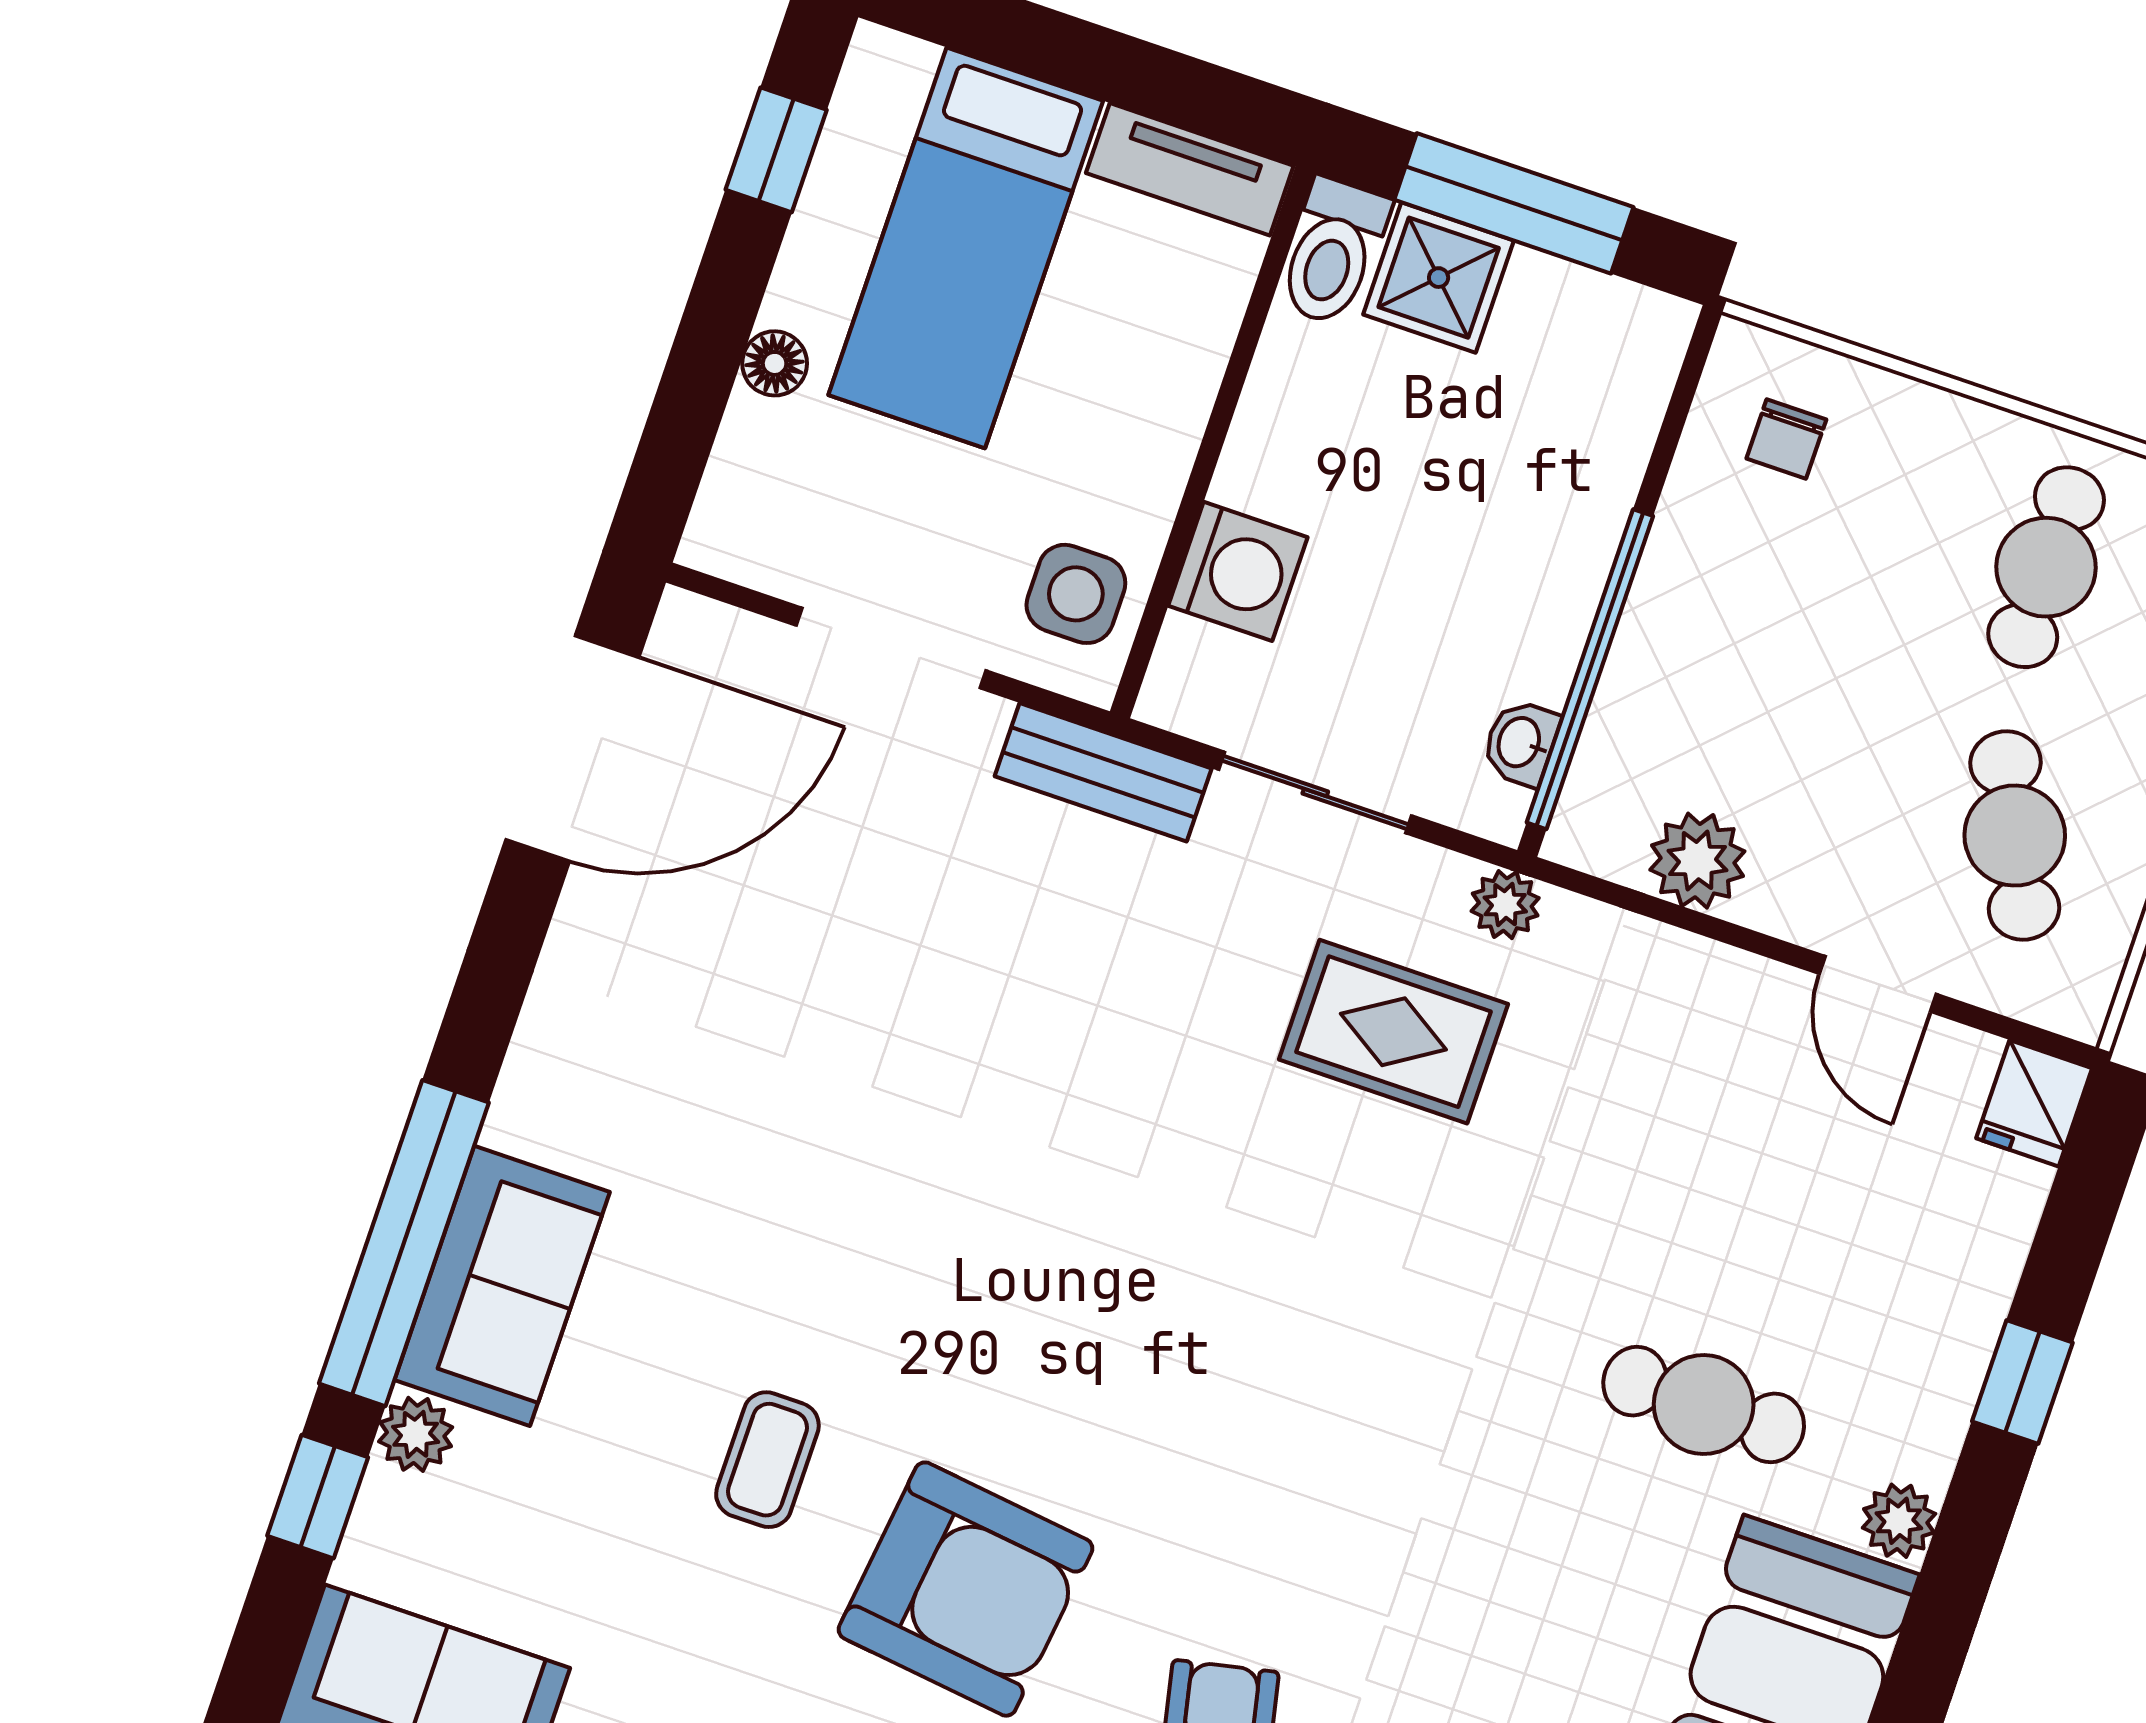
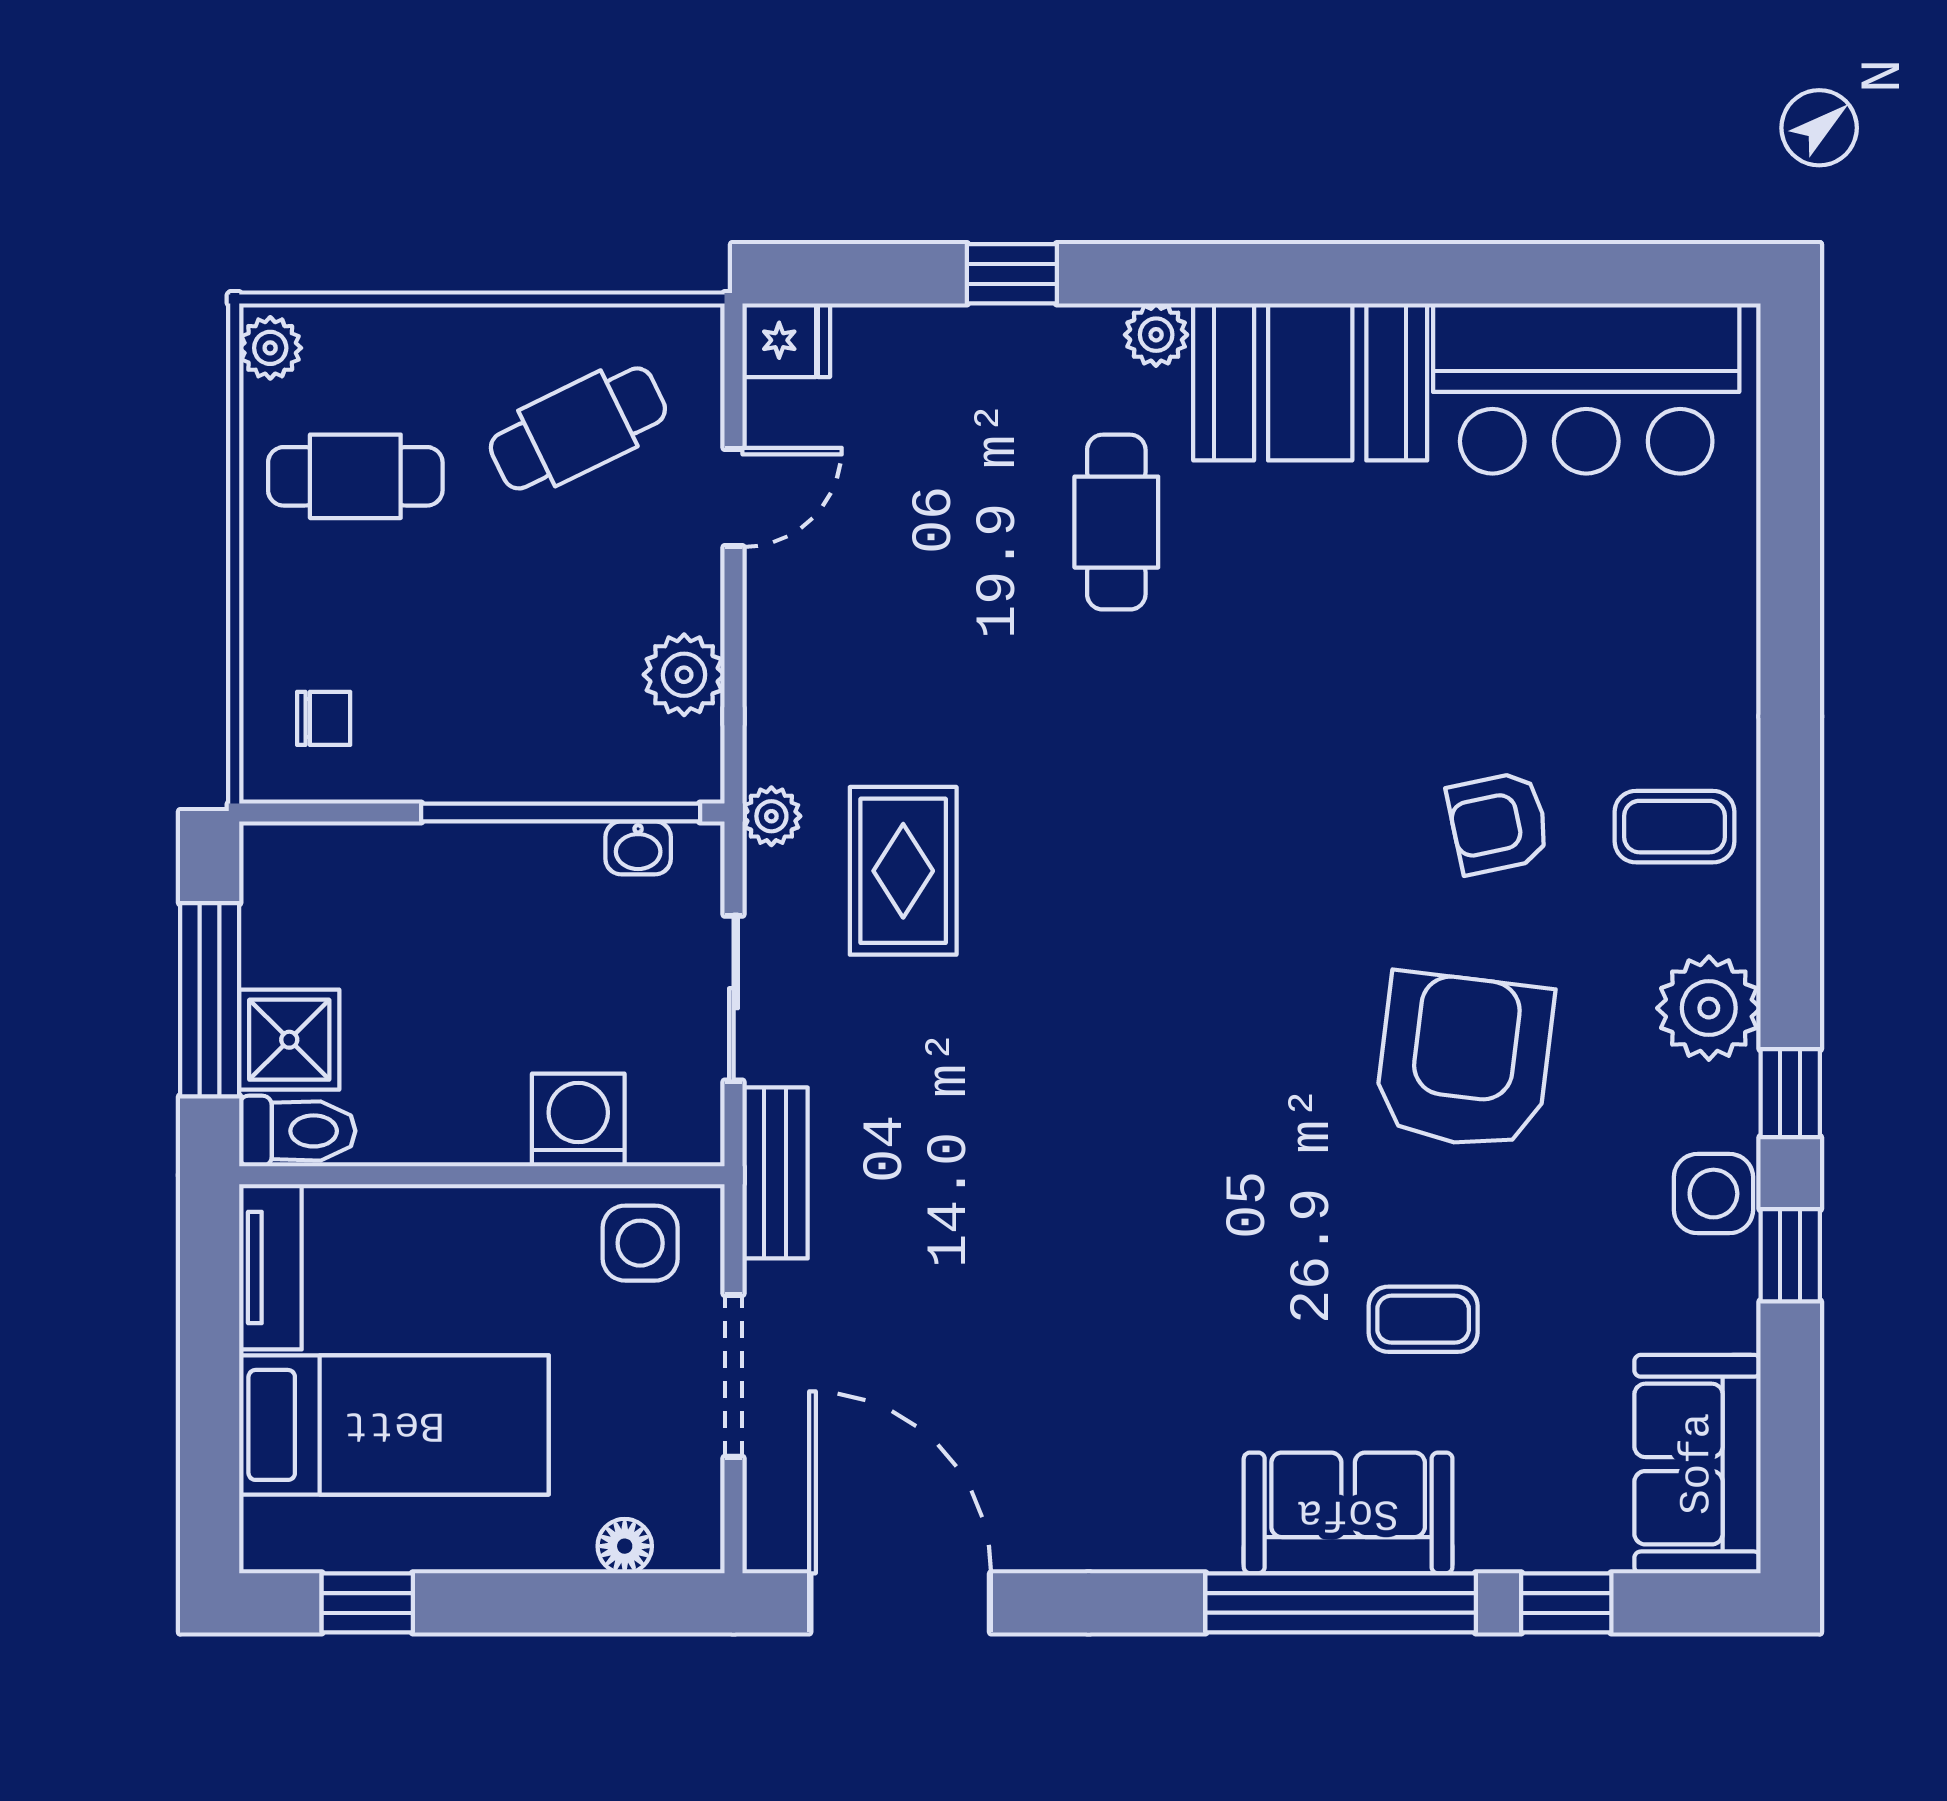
floor lamp: (775, 363) -> (625, 1546), moved
plant: (416, 1434) -> (1490, 1542), removed
coffee table: (767, 1460) -> (1423, 1319), moved

